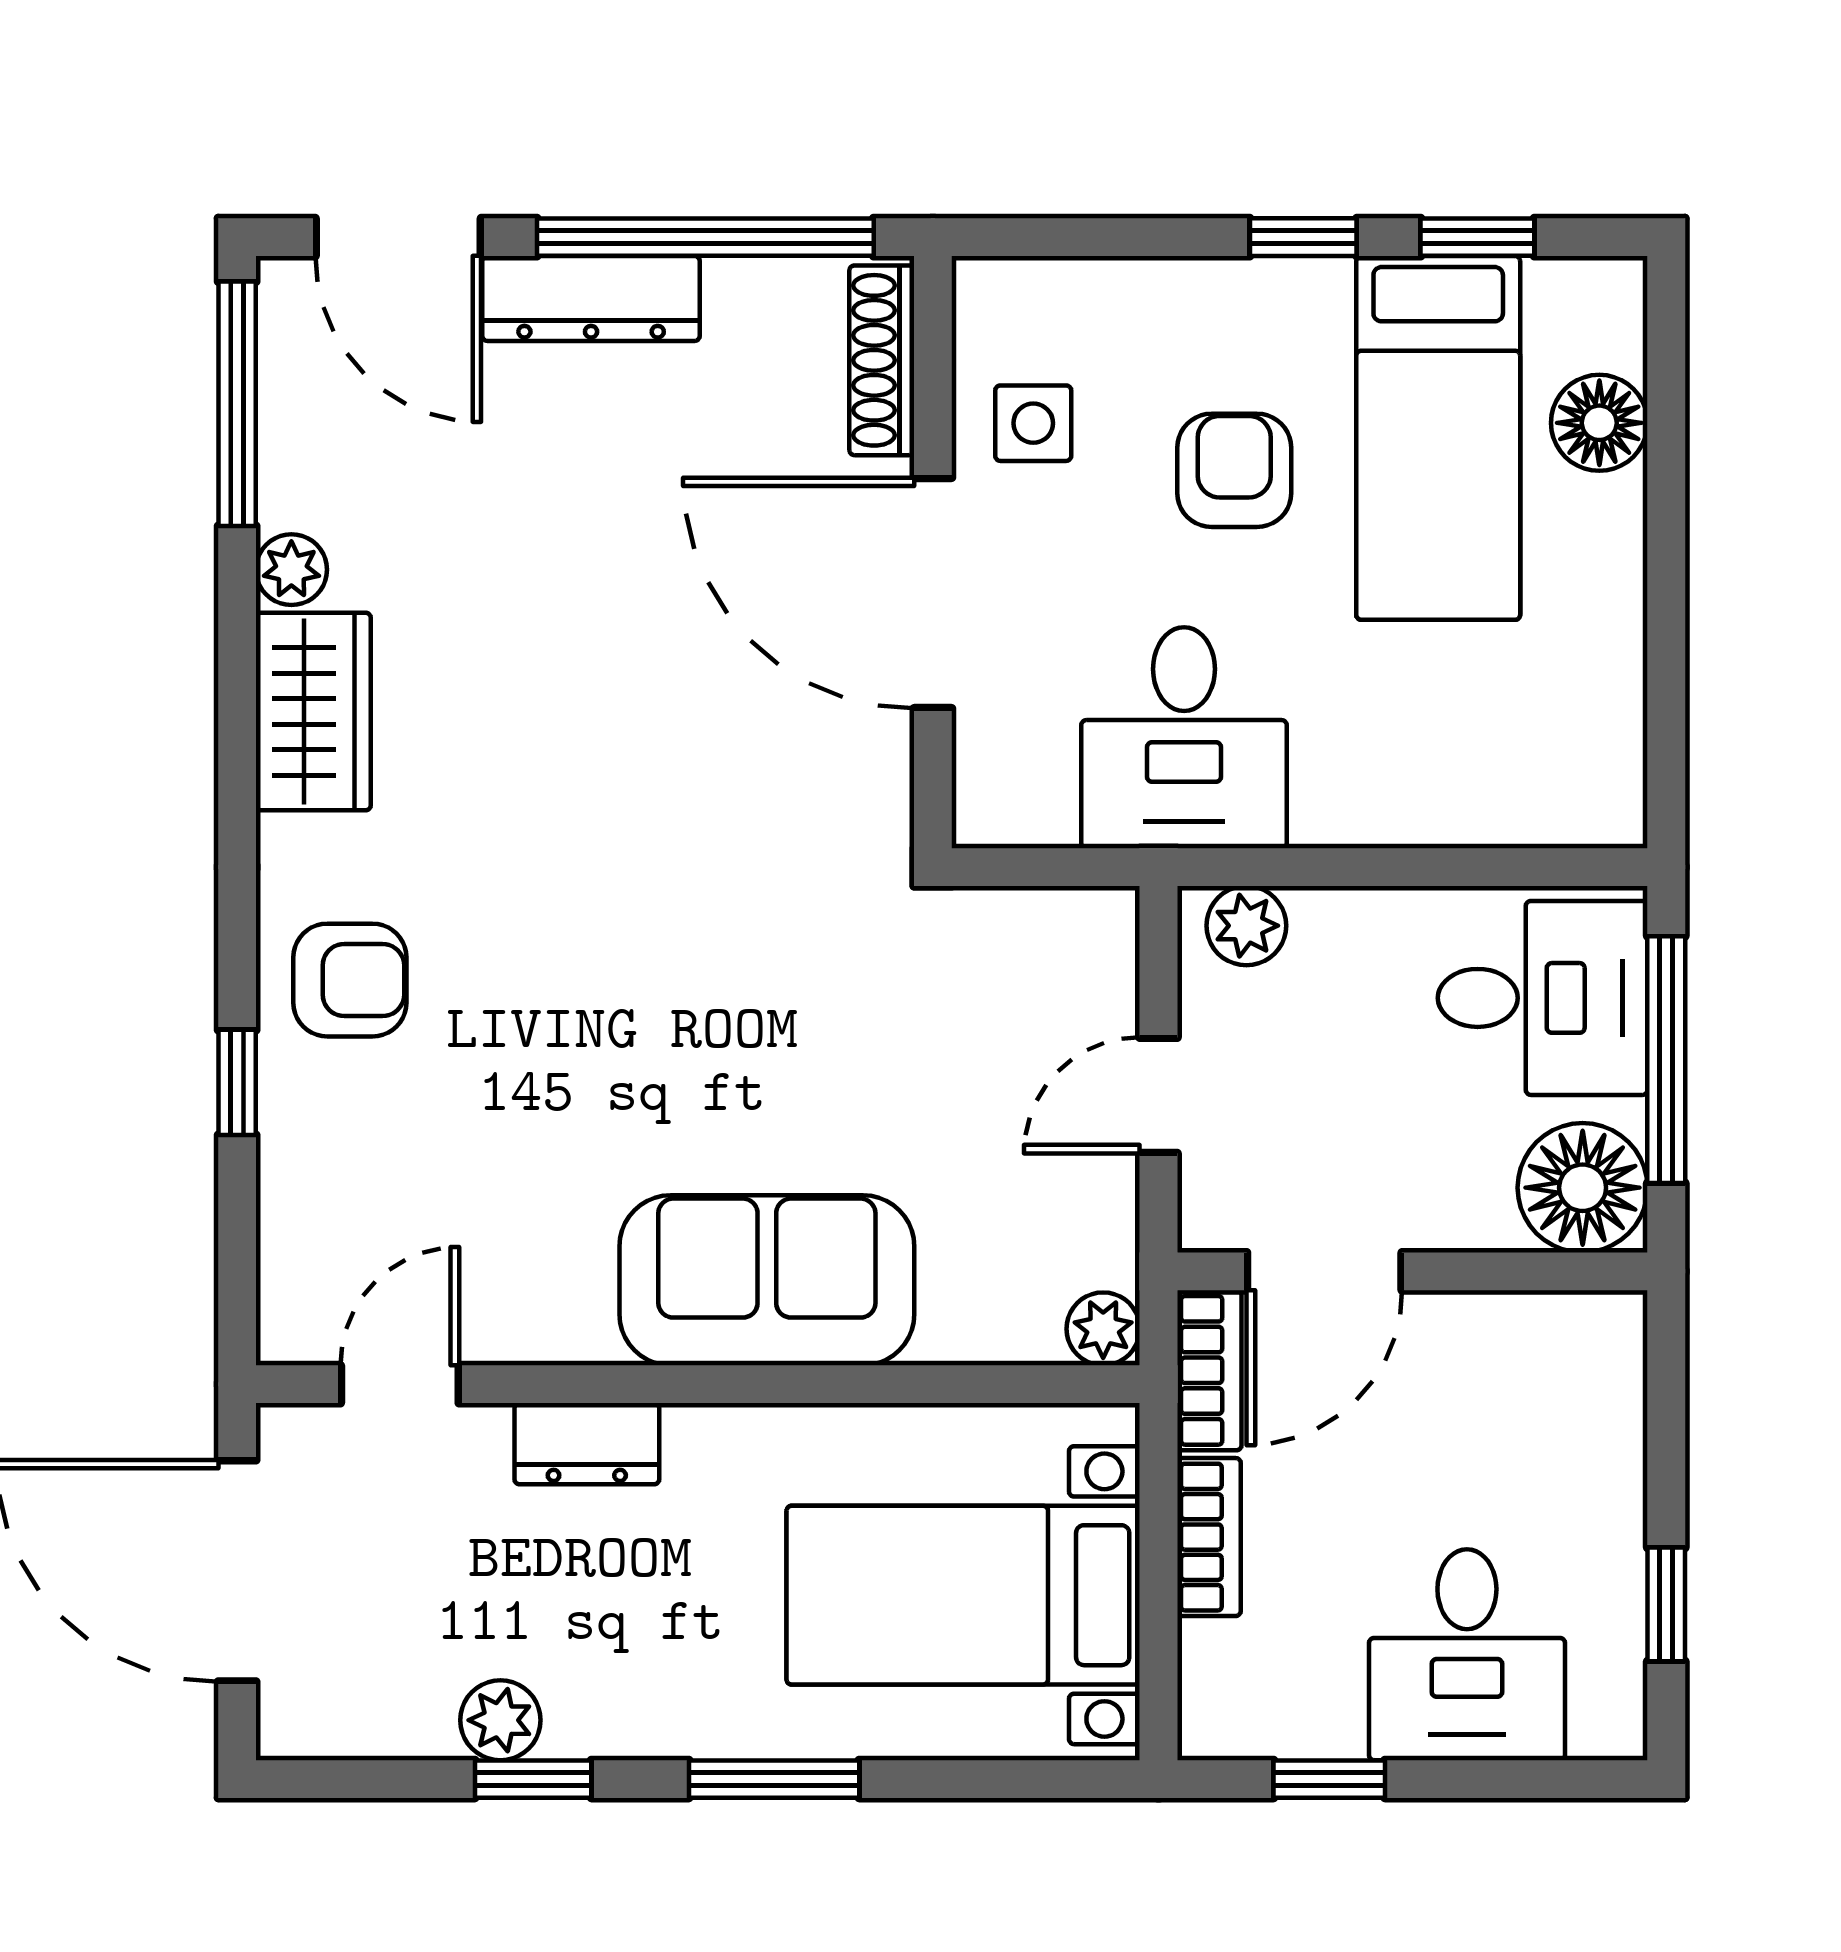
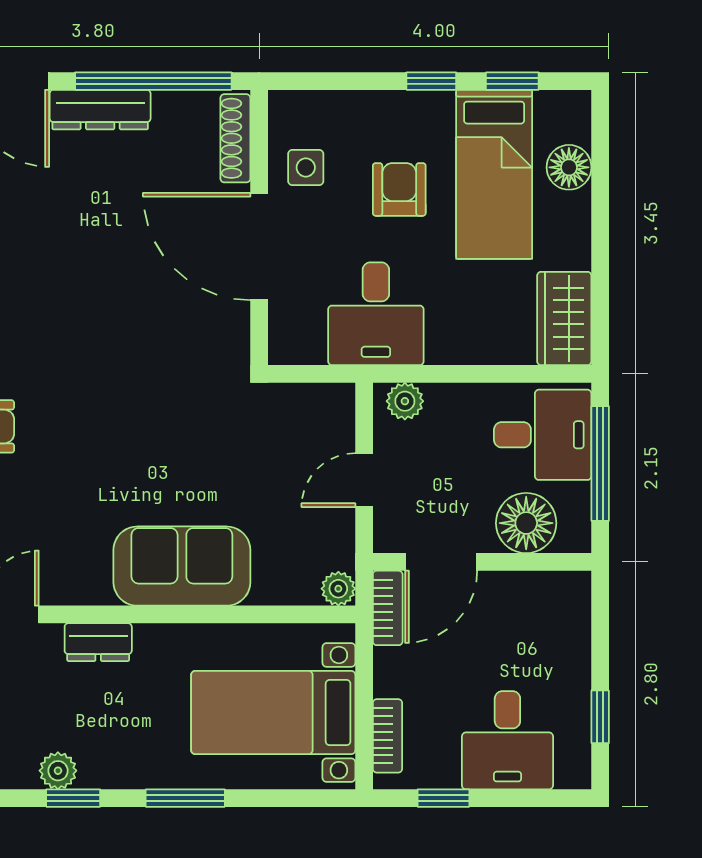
wardrobe: (1589, 748) -> (564, 318), added
floor lamp: (1583, 1188) -> (526, 523), moved
bookcase: (1209, 1537) -> (387, 736), moved

